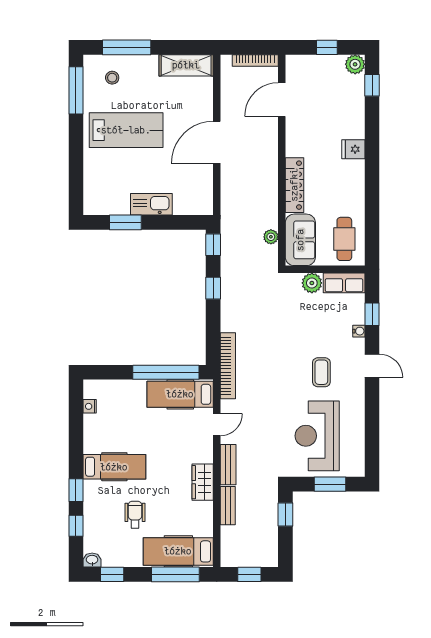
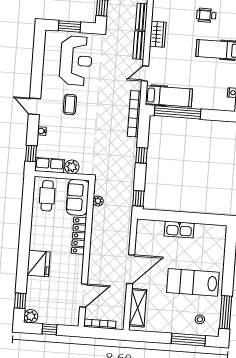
shelving: (186, 65) -> (138, 308), moved, turned 90
fridge: (353, 149) -> (39, 264), width x1.88, depth x1.34
window: (125, 222) -> (198, 218), removed
window: (213, 288) -> (142, 155), moved
window: (372, 314) -> (31, 153), moved
wheelchair: (135, 515) -> (206, 15), turned 90

